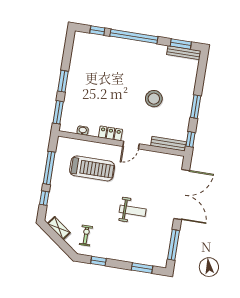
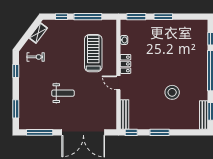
stool: (154, 99) -> (172, 92), moved
treadmill: (92, 168) -> (93, 53), turned 180
weight bench: (133, 211) -> (63, 93), turned -90

